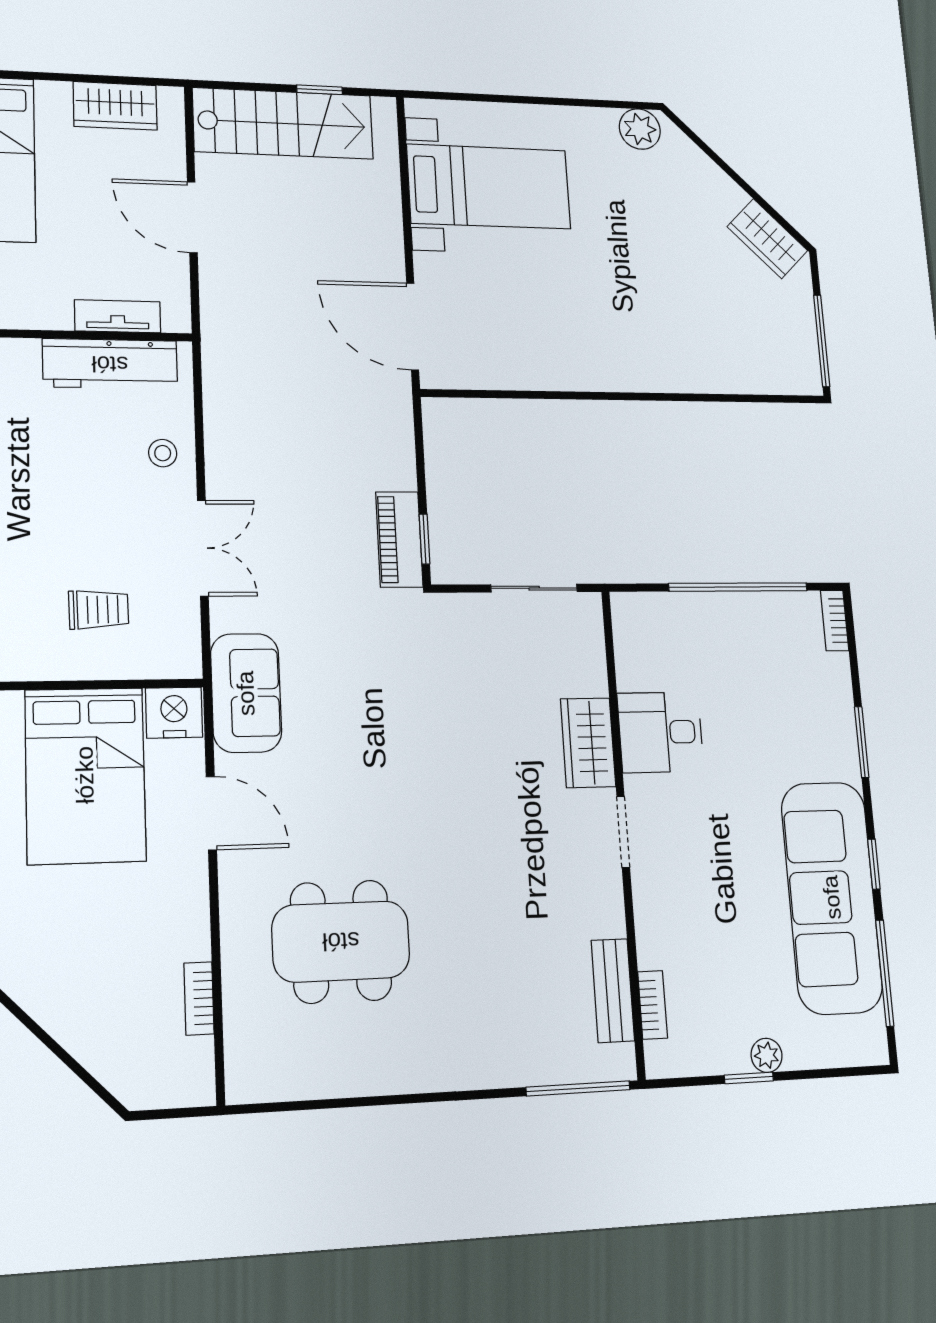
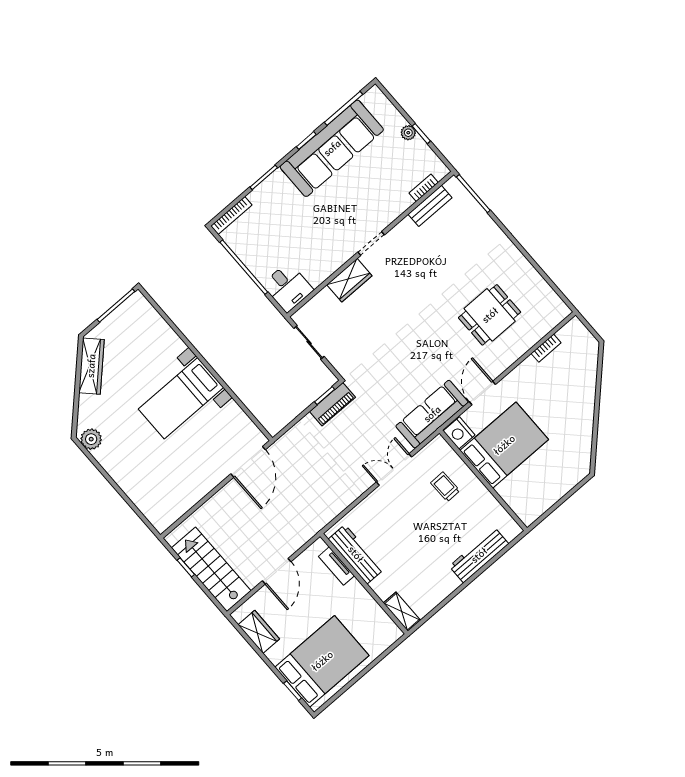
bed with nightstands: (489, 187) -> (181, 398), moved, turned -90
wardrobe: (767, 239) -> (91, 366), width x1.50
stool: (163, 453) -> (372, 510), removed
bookcase: (835, 621) -> (231, 216), width x1.56
sofa: (246, 693) -> (432, 414), width x1.36
desk: (660, 732) -> (288, 287), moved
dining table: (341, 941) -> (490, 315), width x0.73

